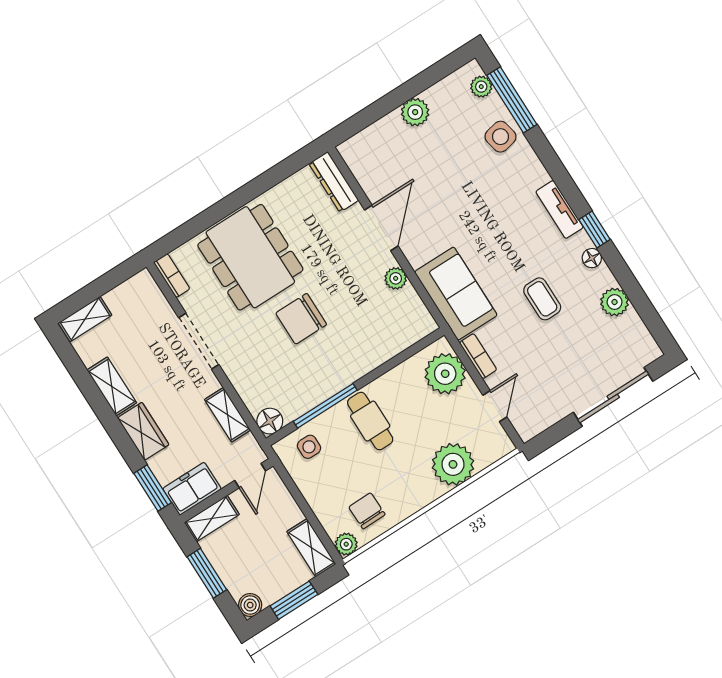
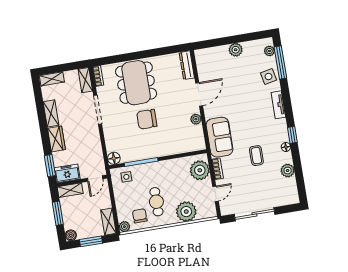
tv unit: (559, 209) -> (278, 105), moved
sliding door: (613, 397) -> (255, 214), moved
shelving: (228, 415) -> (85, 80), moved
cafe table: (370, 421) -> (156, 202), moved

